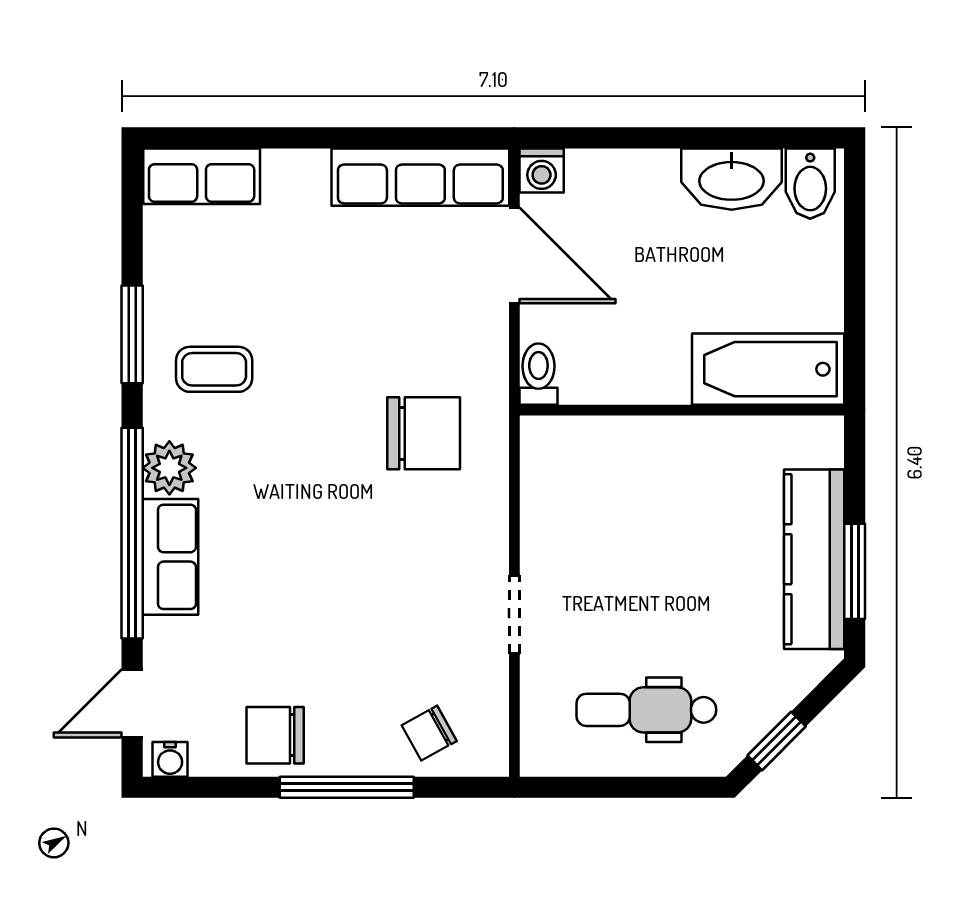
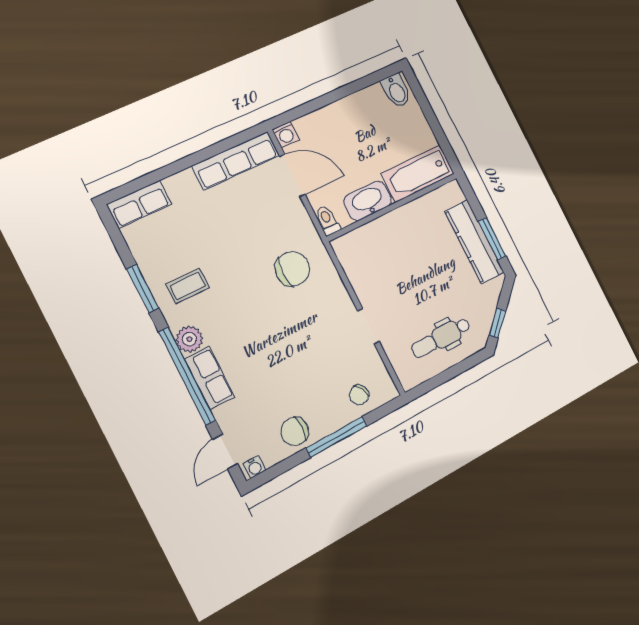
washbasin: (732, 179) -> (368, 201), moved, turned 180

